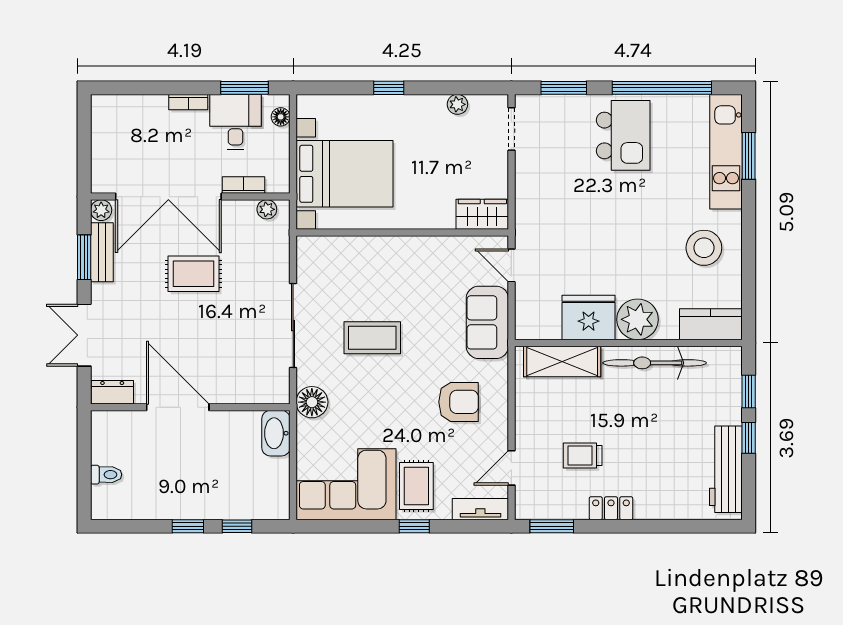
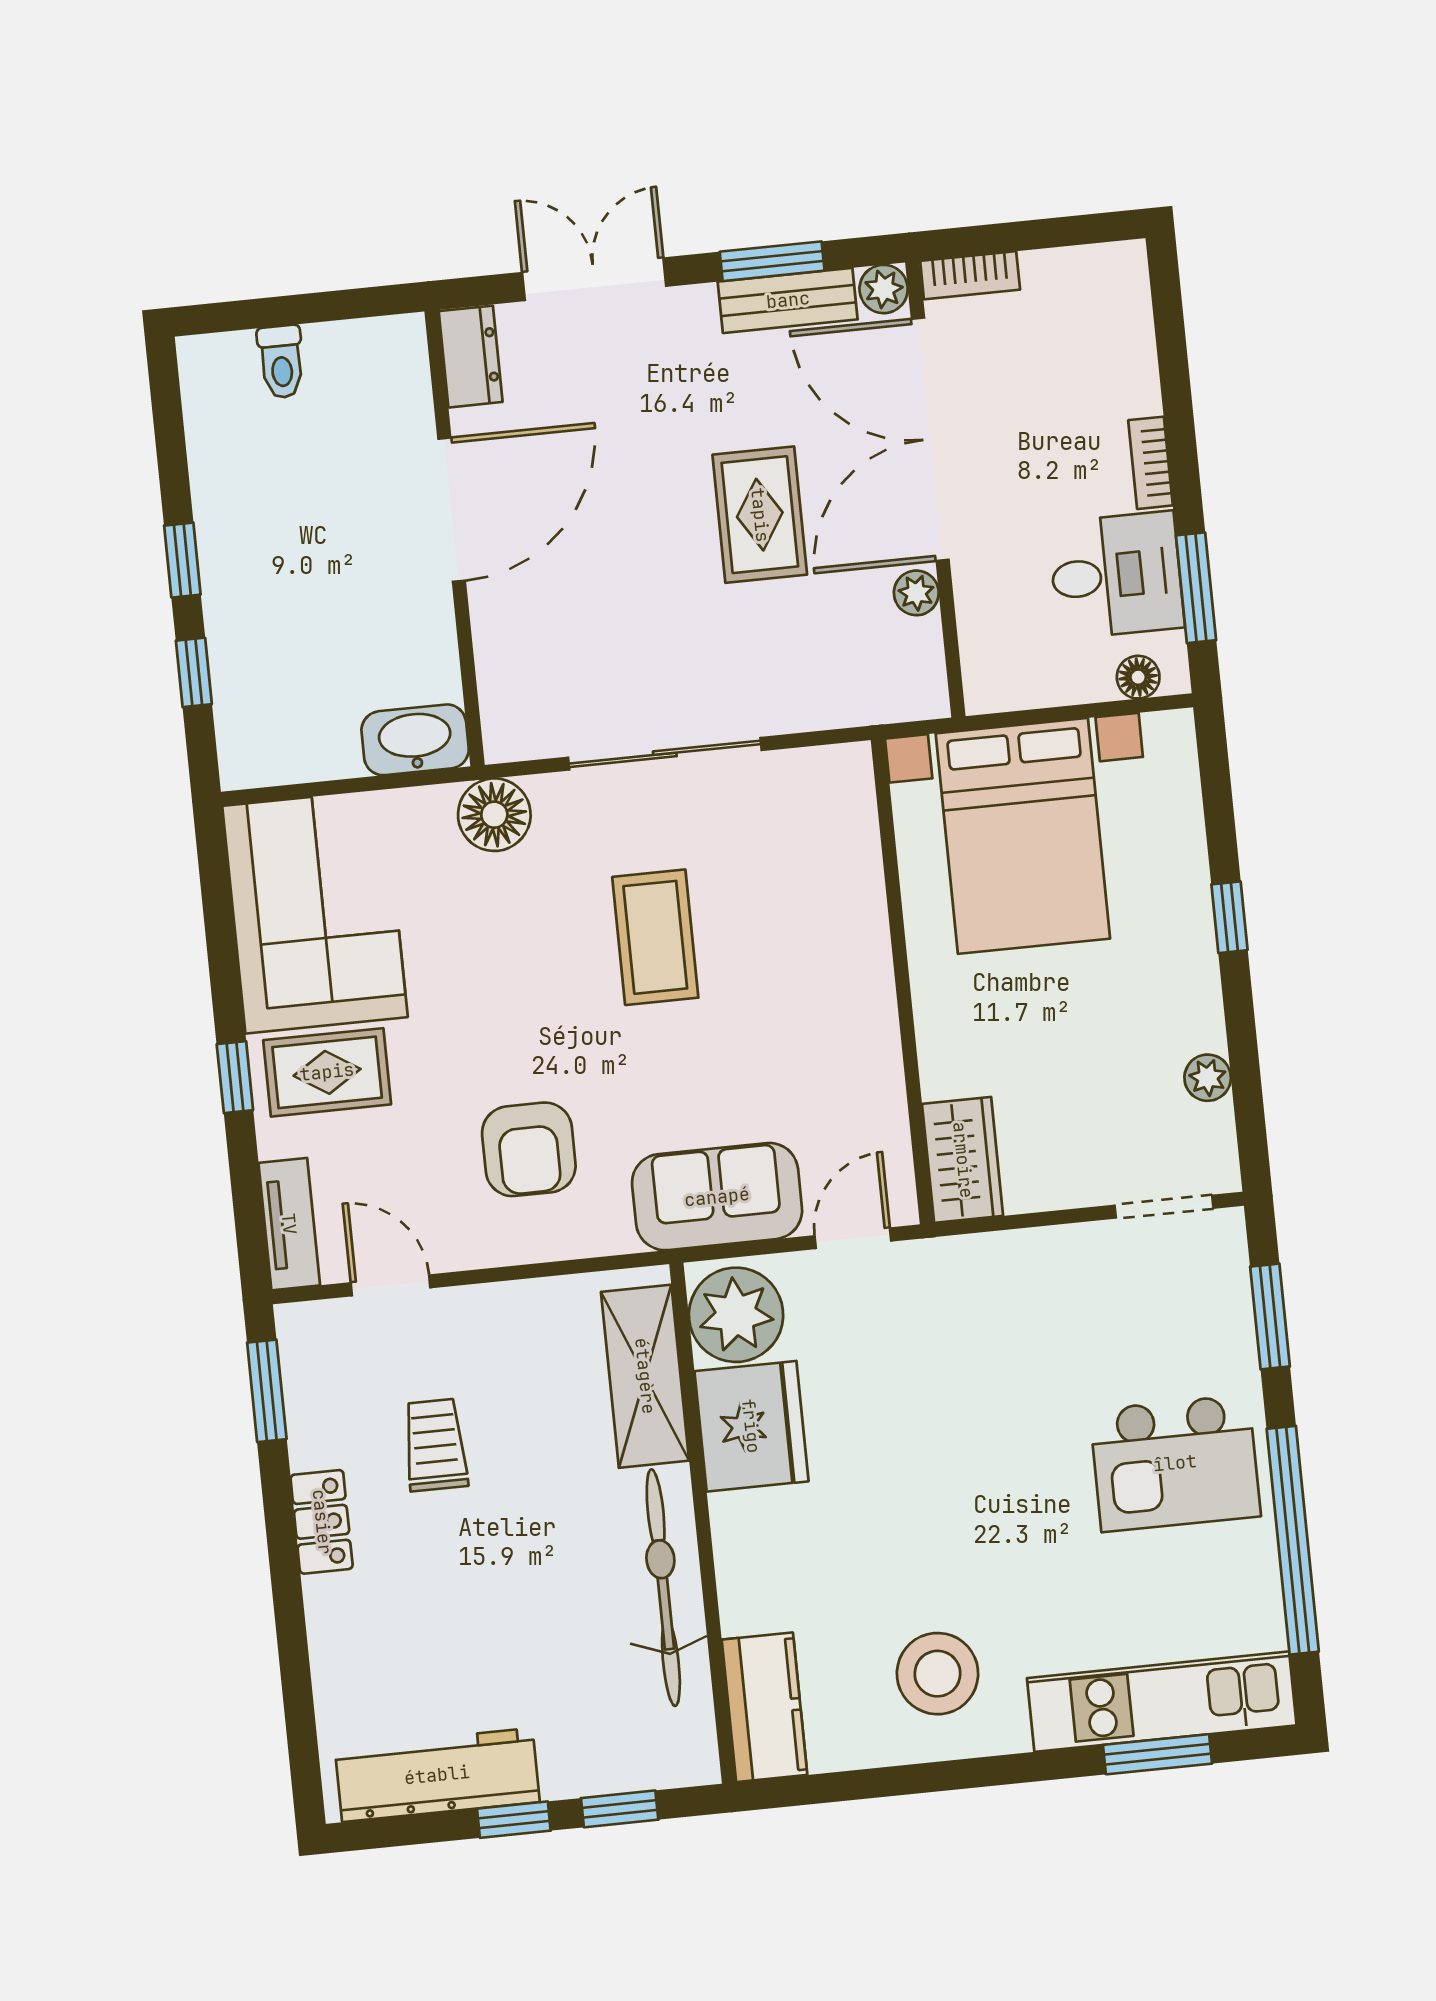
bookcase: (244, 185) -> (970, 275), moved, turned 90
plant: (267, 209) -> (916, 593), moved
plant: (638, 319) -> (736, 1315), moved

